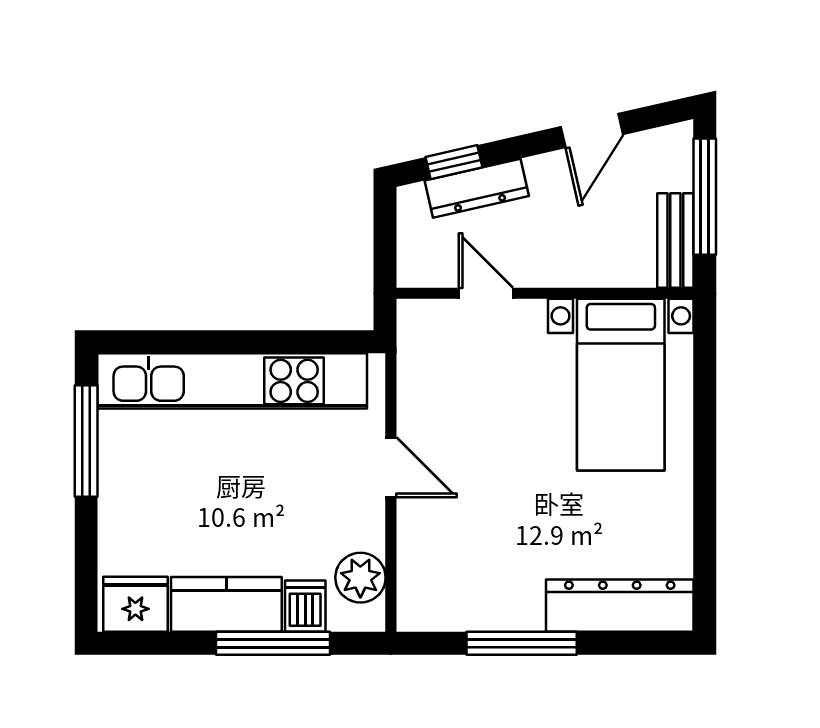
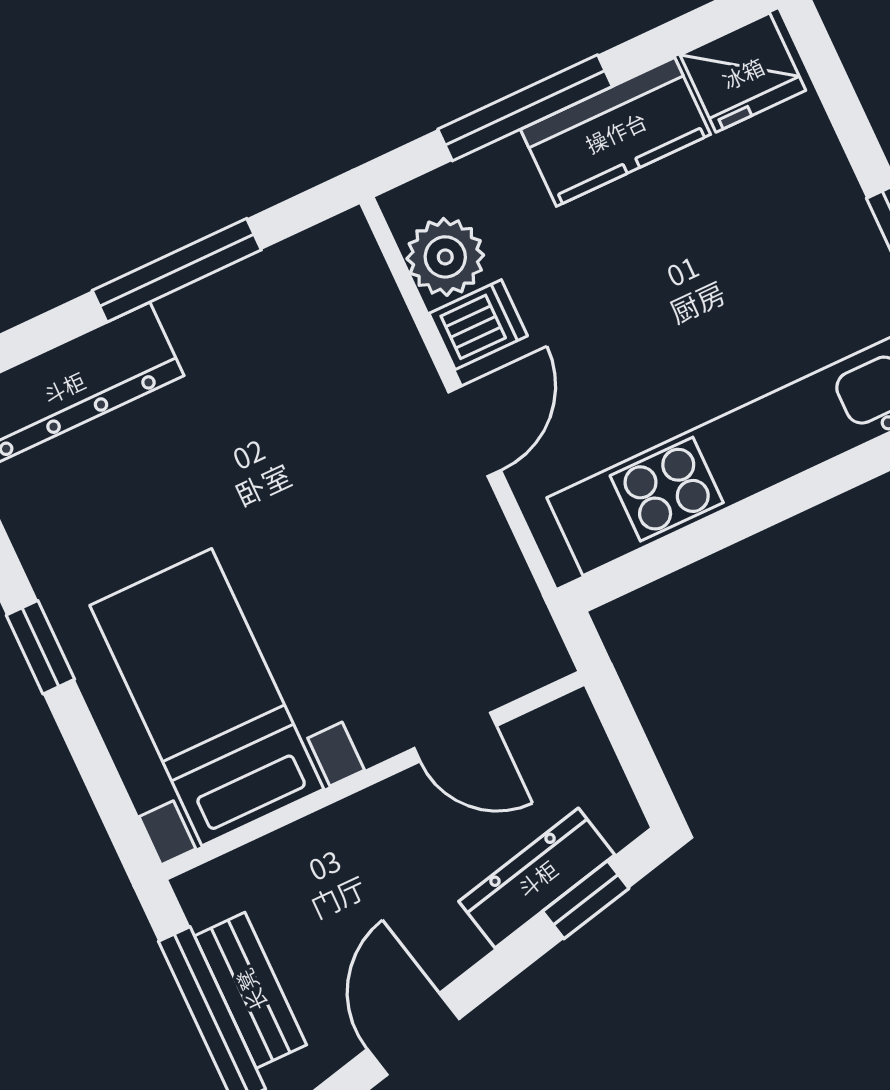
bench: (675, 241) -> (251, 990), moved
window: (705, 459) -> (40, 647), added
door: (391, 467) -> (475, 431), swing flipped
dishwasher: (305, 606) -> (478, 325), moved, turned -90

